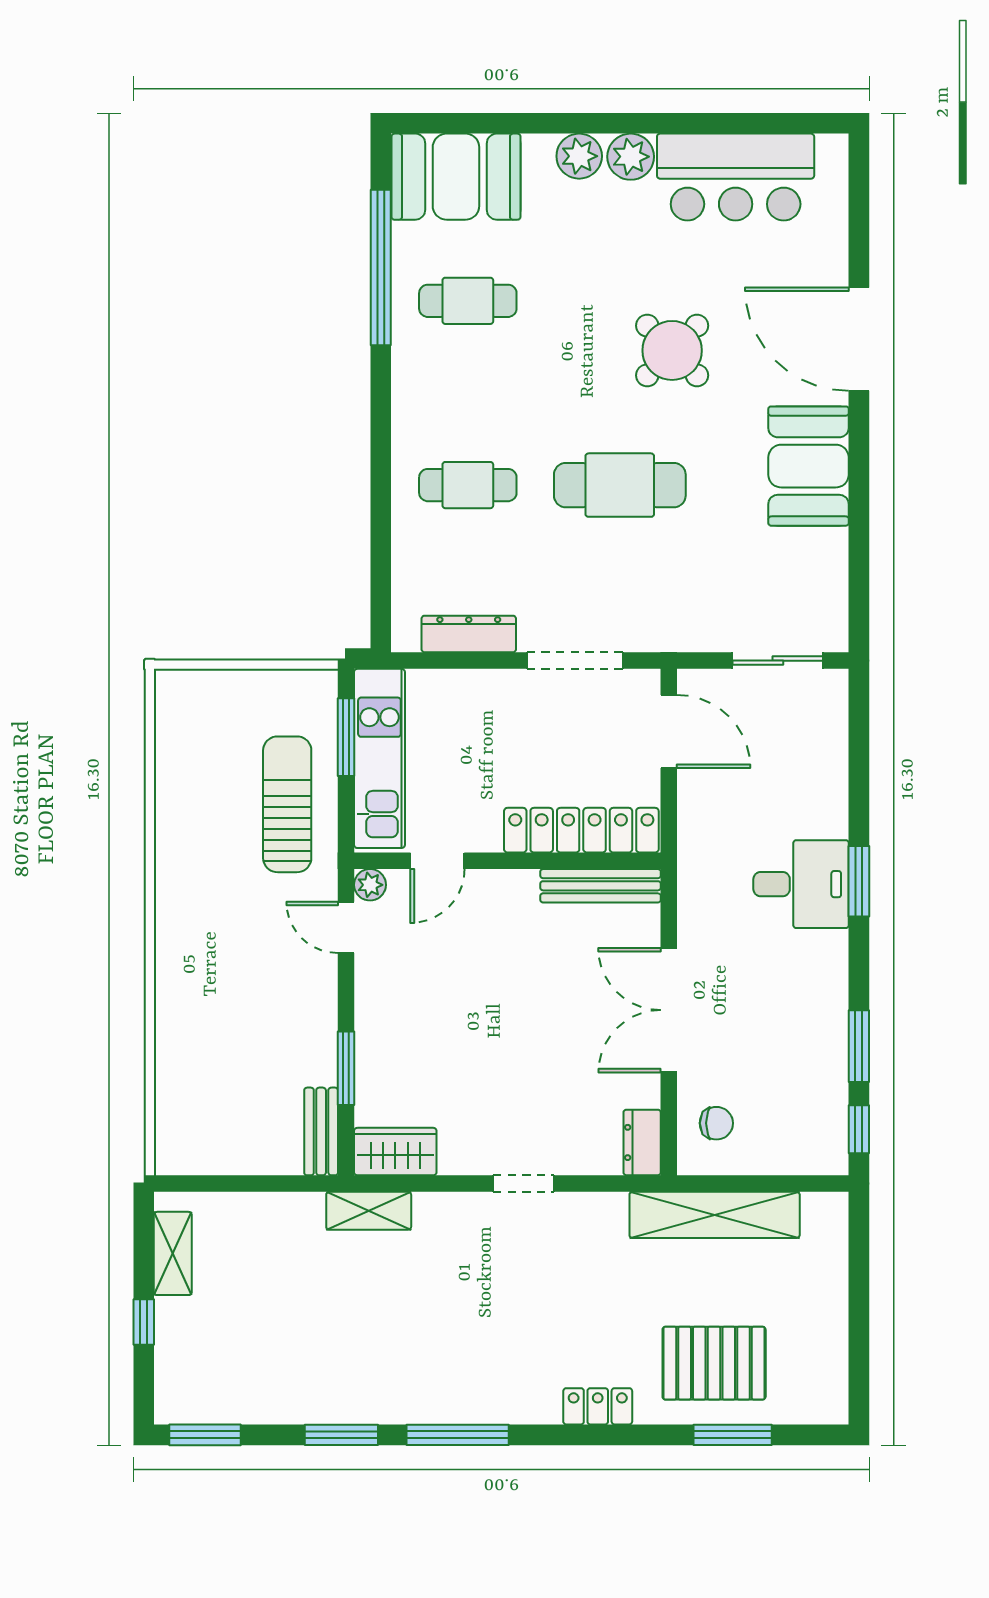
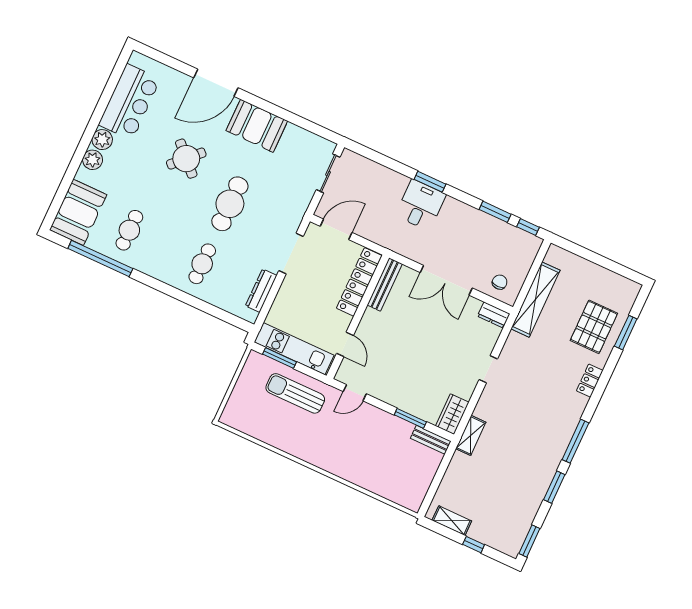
plant: (370, 885) -> (342, 375), removed

